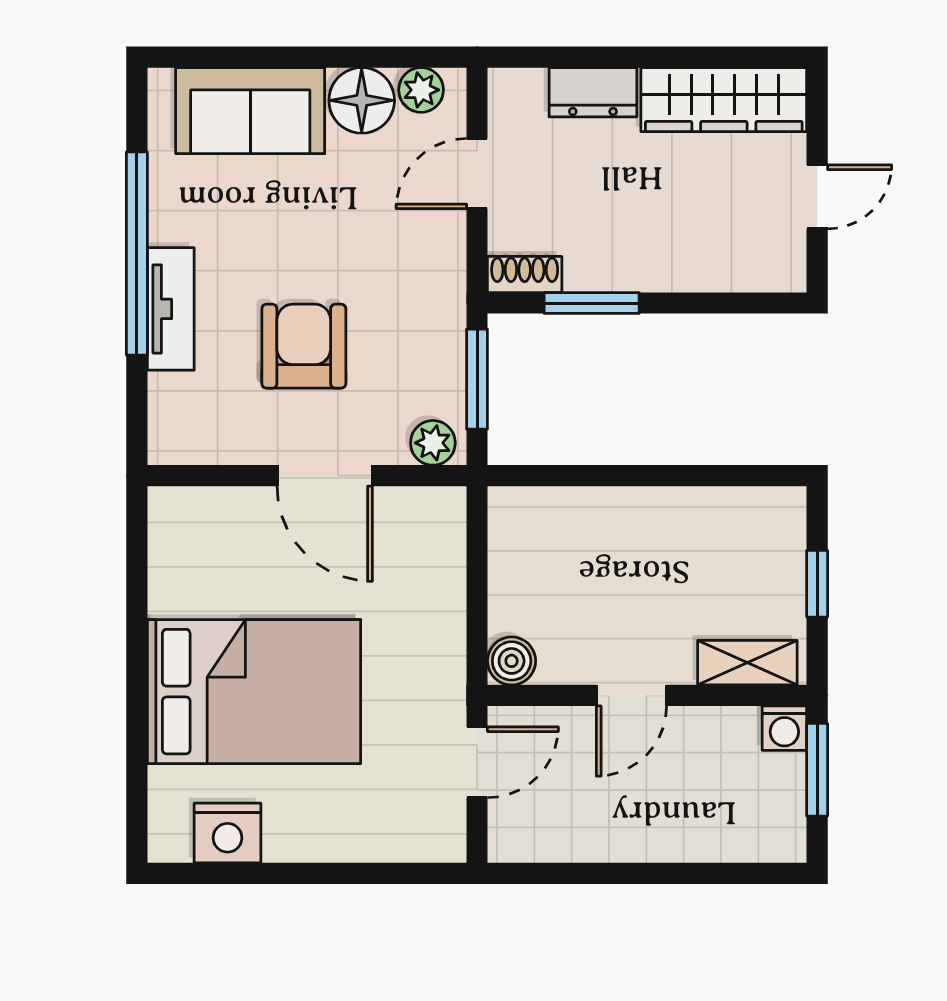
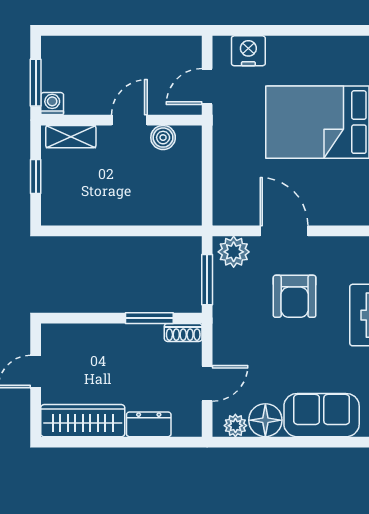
plant: (433, 443) -> (234, 252), width x1.38, depth x1.38
boiler: (512, 661) -> (163, 138), moved
nightstand: (228, 833) -> (248, 51), moved

